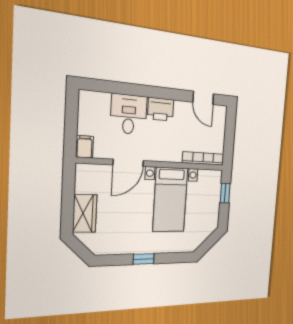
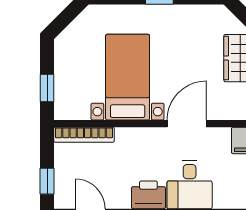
window: (230, 126) -> (47, 181), added

